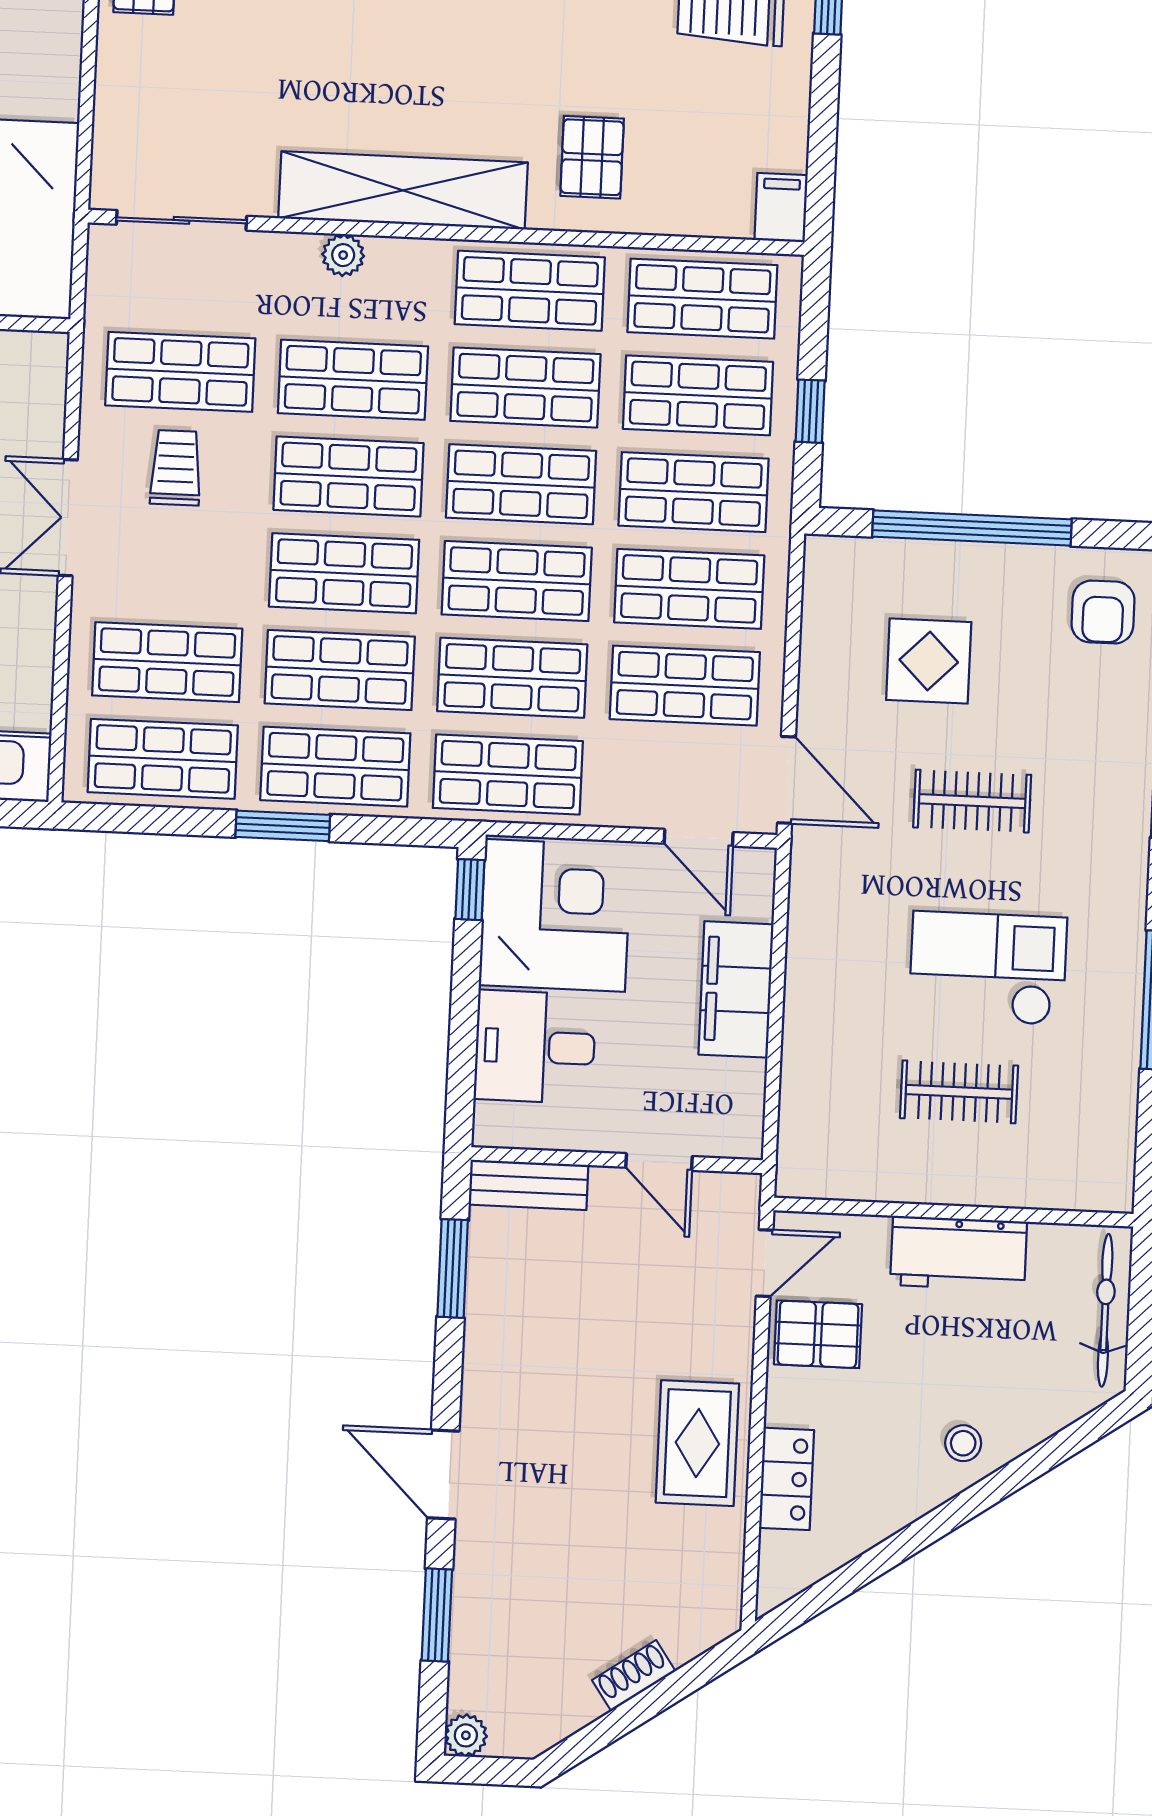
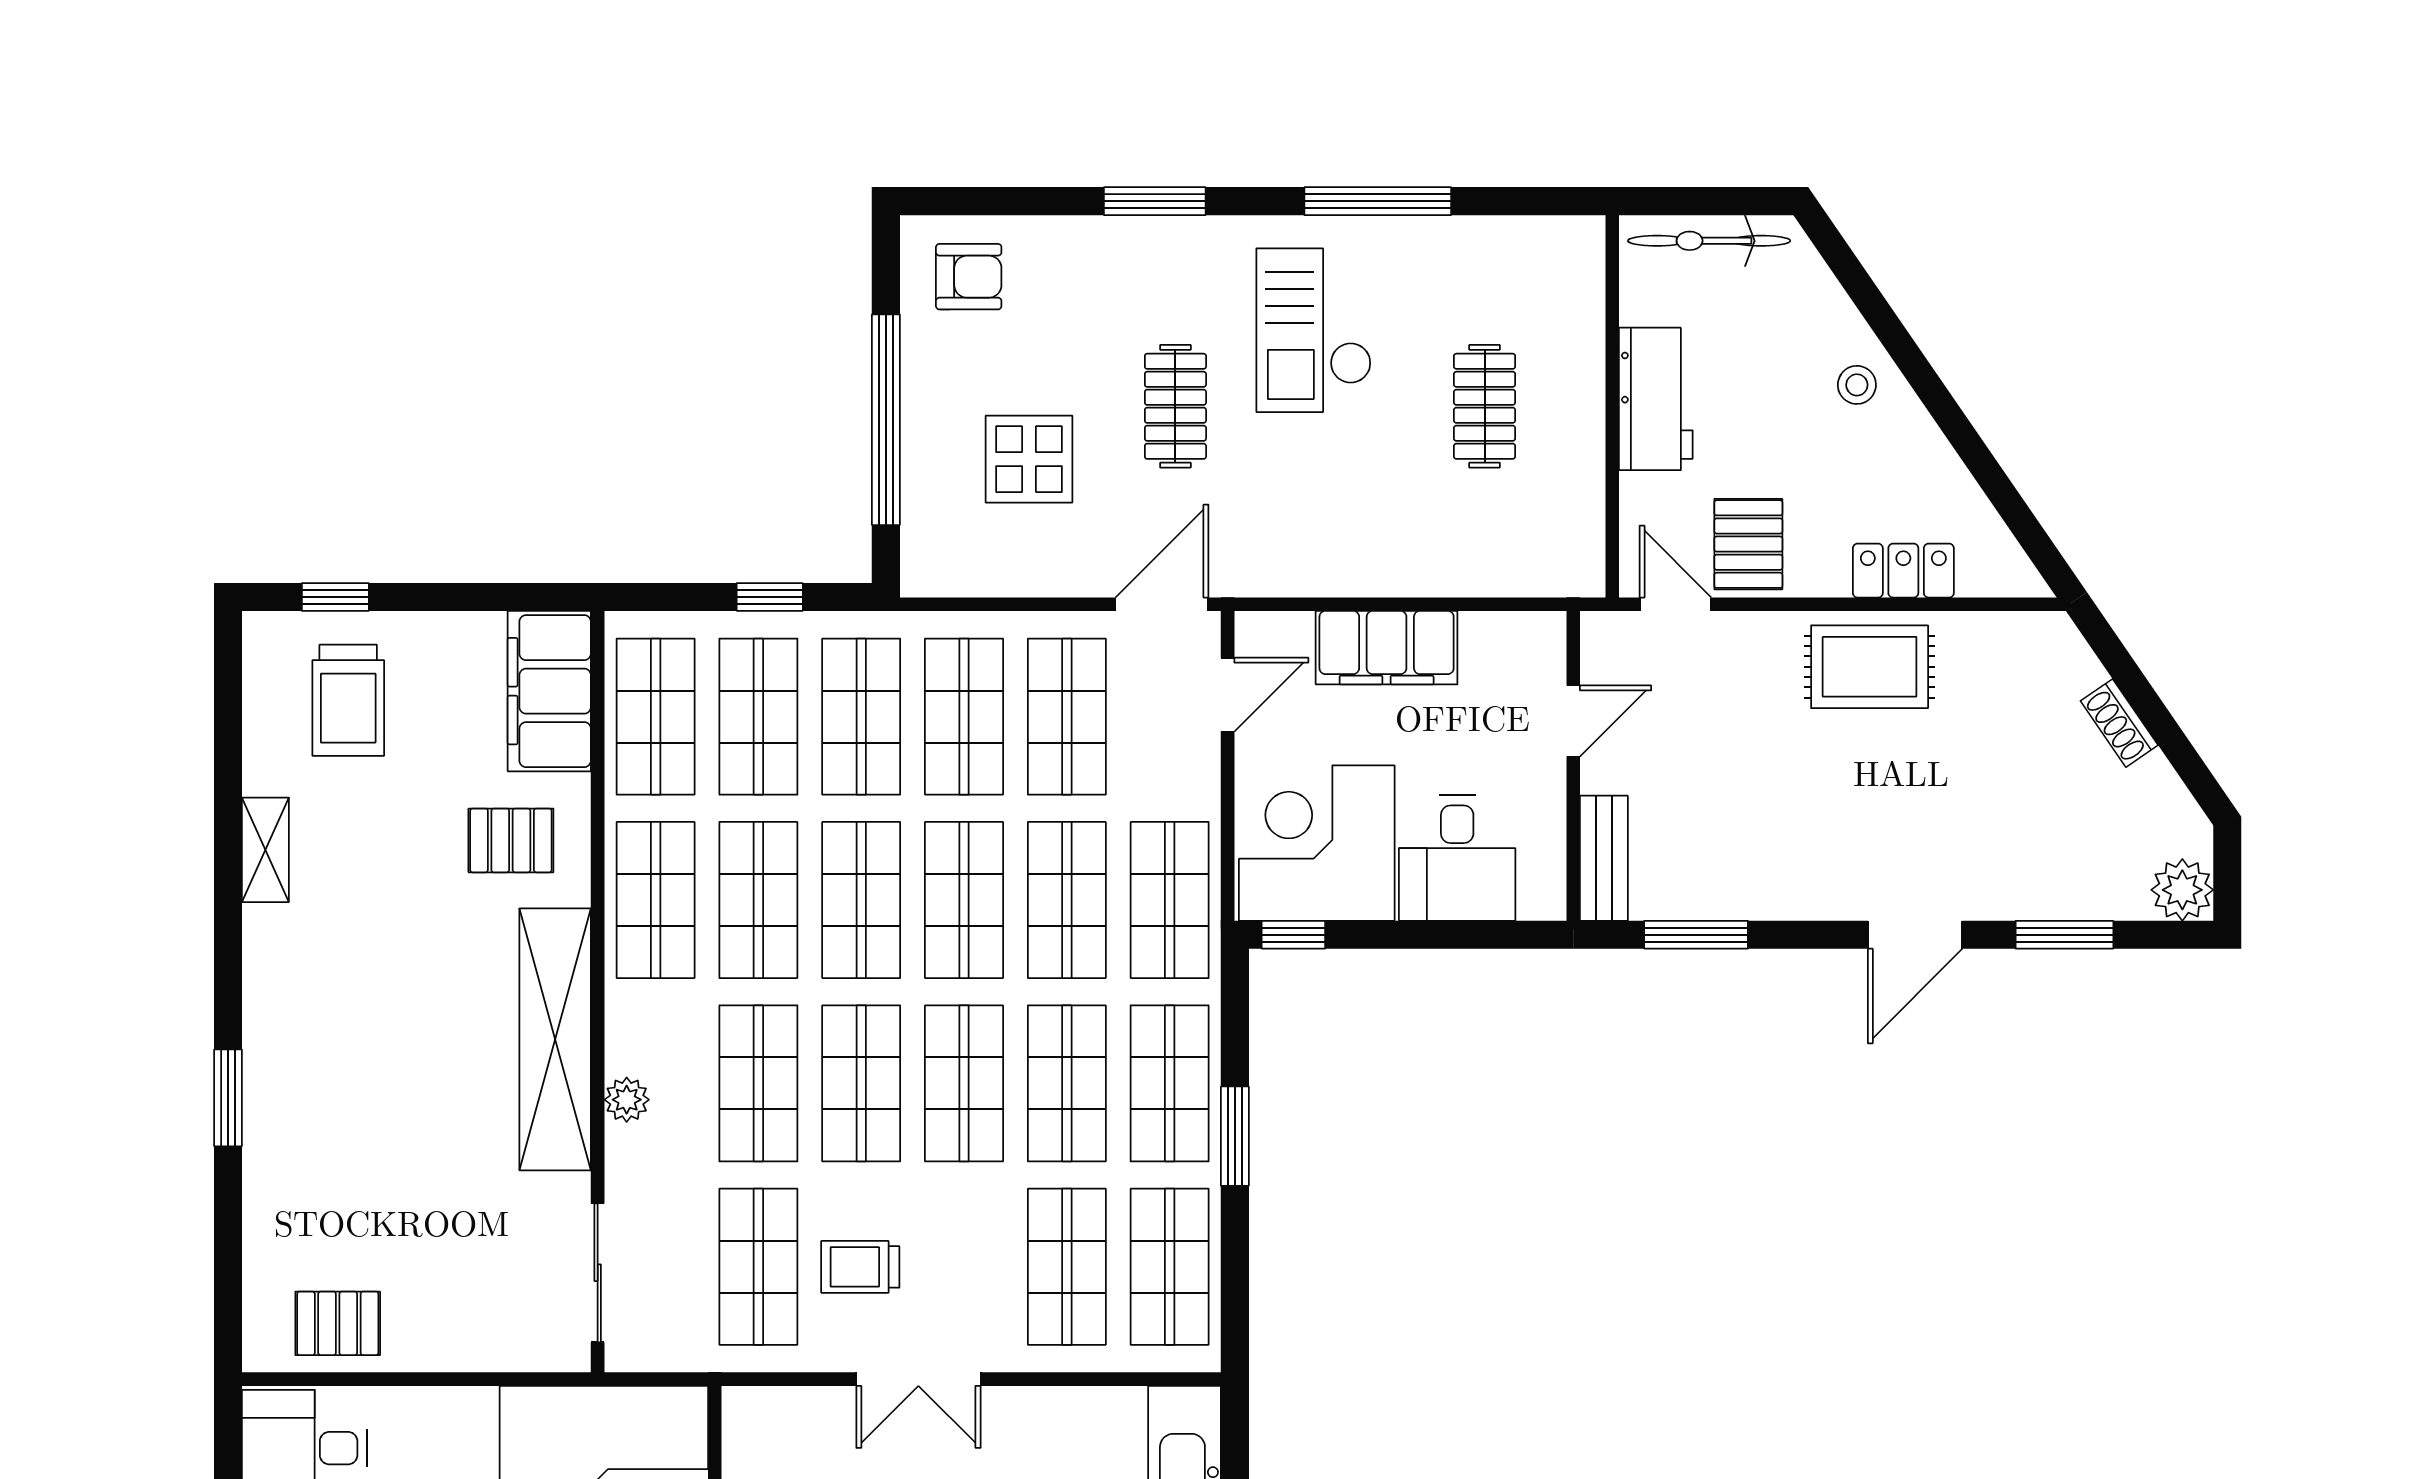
filing cabinet: (781, 208) -> (549, 691), width x3.00, depth x1.17
checkout: (988, 968) -> (1314, 330), moved
plant: (466, 1735) -> (2182, 890), width x1.38, depth x1.38

